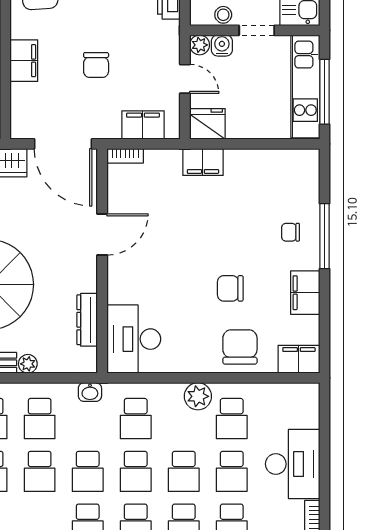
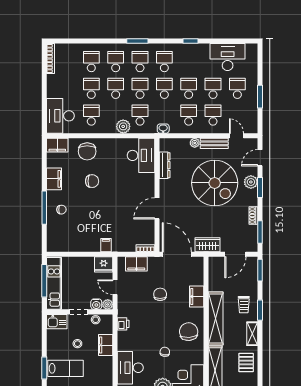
filing cabinet: (203, 162) -> (106, 245), width x0.50
plant: (198, 396) -> (123, 126), moved
desk: (293, 464) -> (60, 116), moved

